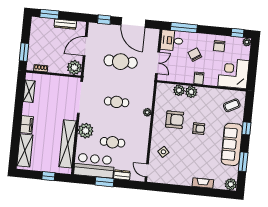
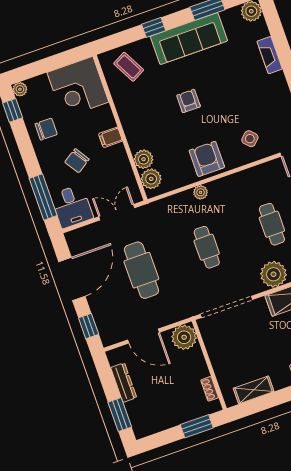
plant: (191, 92) -> (151, 179), moved
armchair: (175, 120) -> (207, 159), moved

